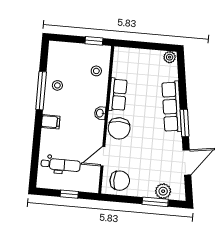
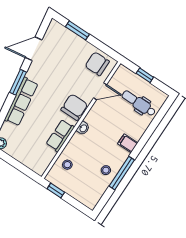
plant: (163, 191) -> (66, 36), removed

